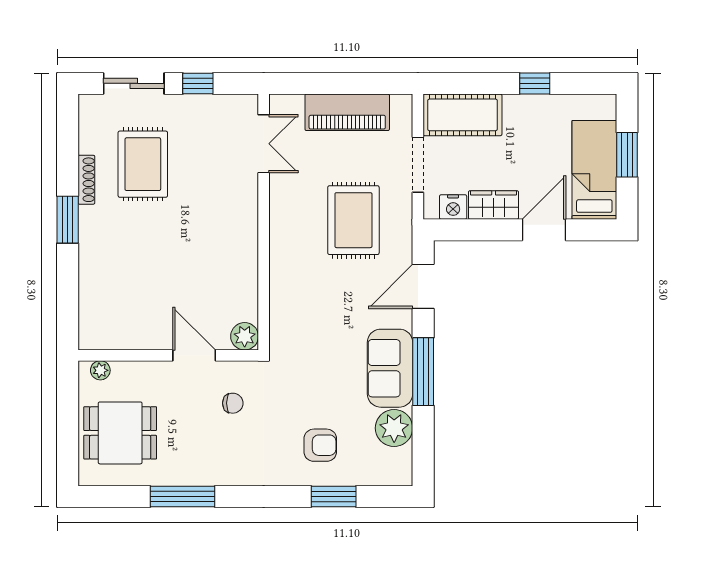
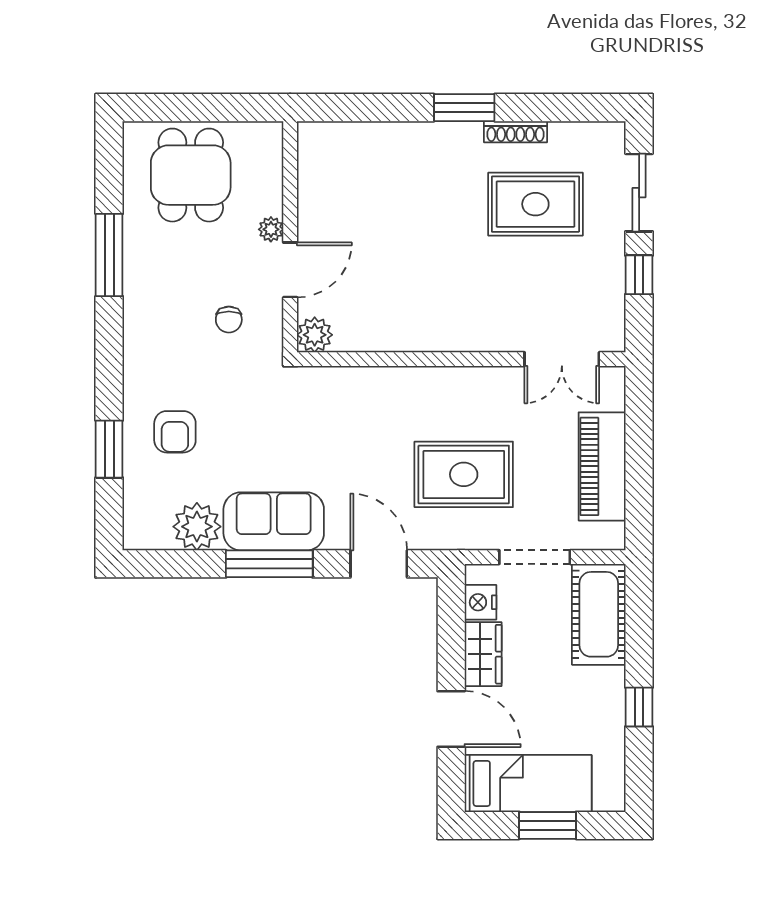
plant: (100, 370) -> (271, 229), moved

